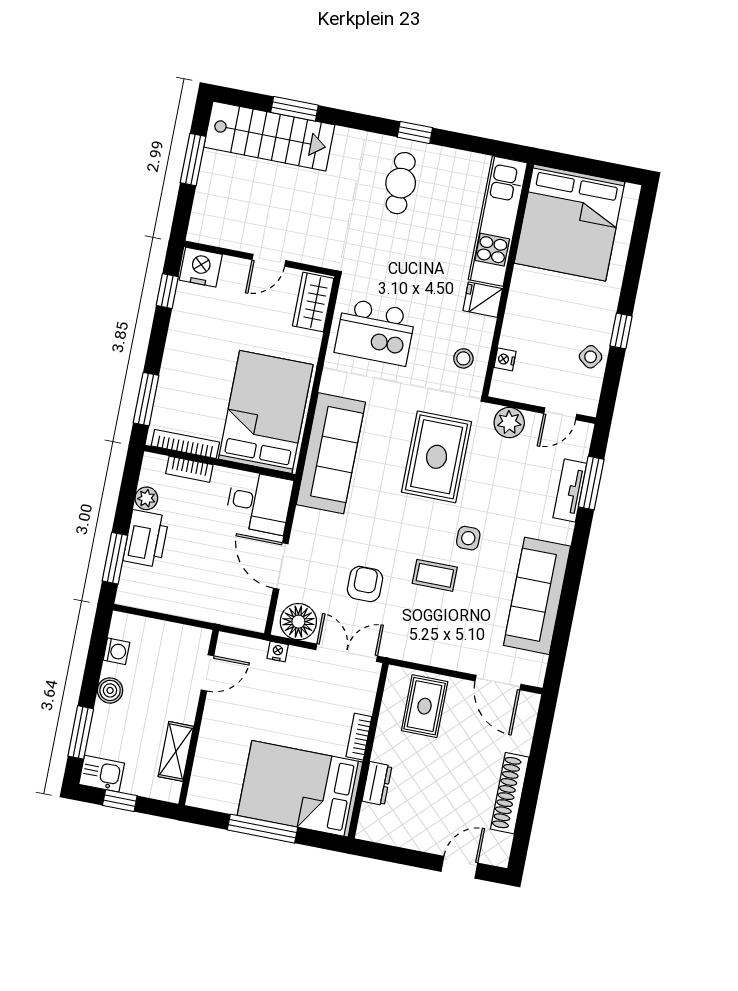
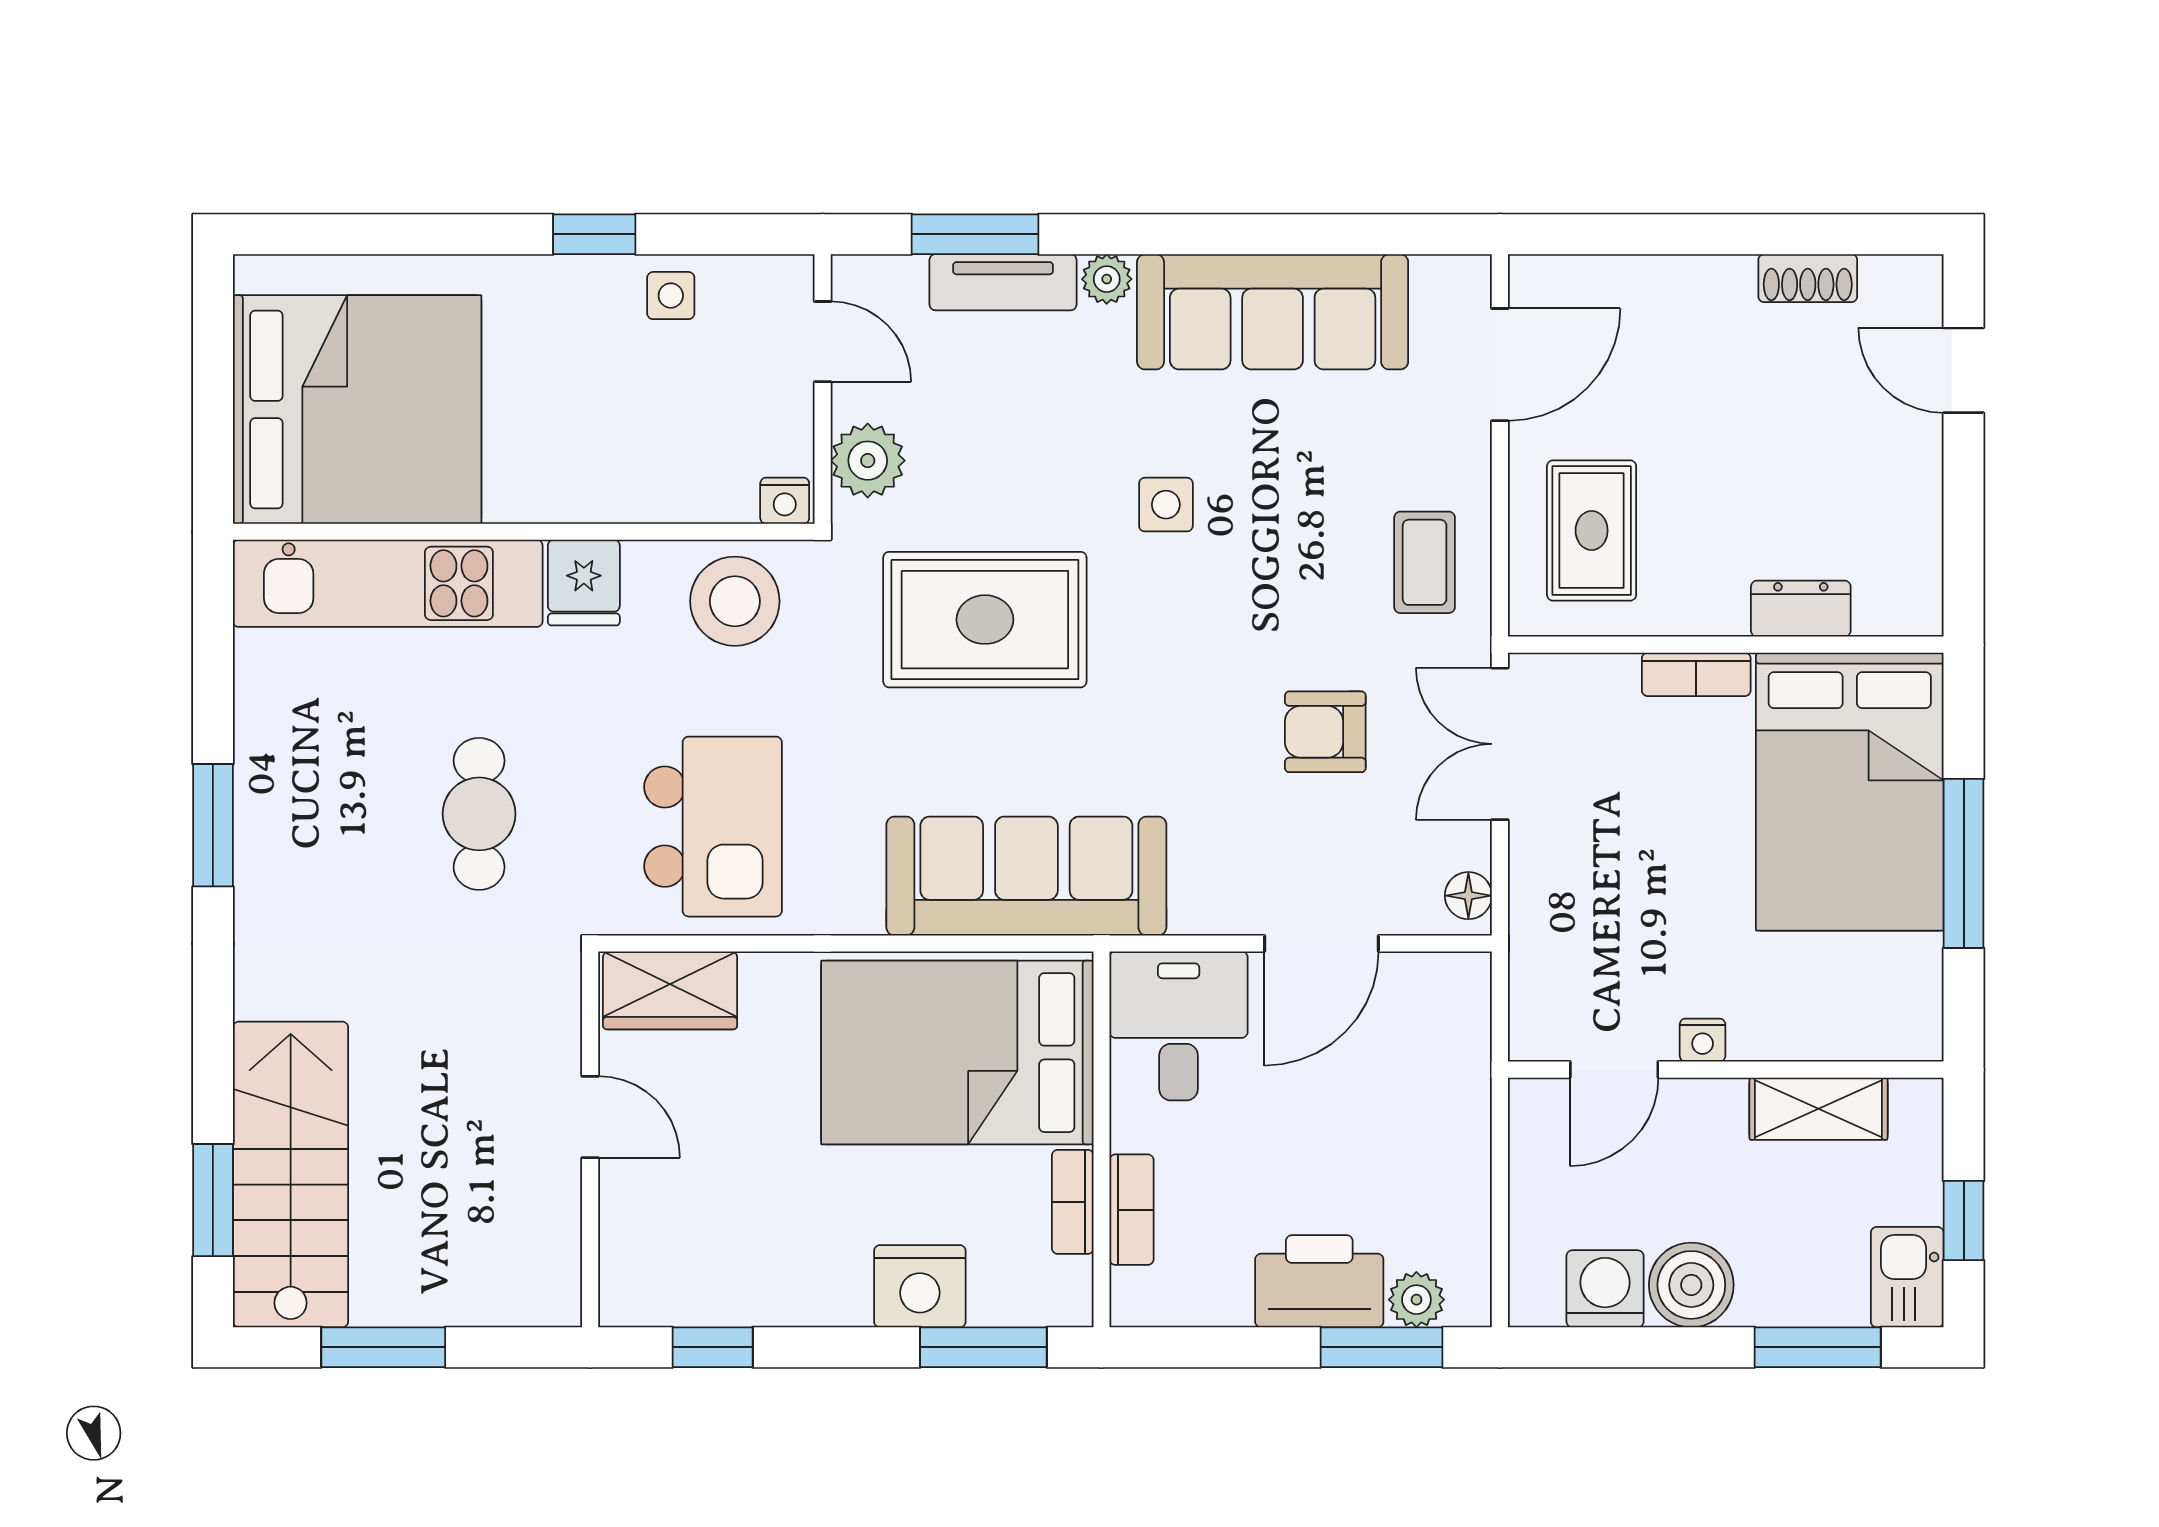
window: (294, 109) -> (213, 1200), moved
window: (415, 132) -> (213, 825), width x1.50
cafe table: (401, 183) -> (479, 814), moved, turned 90
nightstand: (201, 267) -> (920, 1286), moved, turned -90
side table: (591, 357) -> (671, 296), turned -37
stool: (463, 358) -> (735, 601), width x1.89, depth x1.89
nightstand: (505, 359) -> (785, 501), moved
bookcase: (185, 444) -> (1073, 1202), width x0.64
plant: (146, 498) -> (1416, 1300), moved
plant: (563, 532) -> (1107, 279), added
coffee table: (435, 575) -> (1425, 562), moved
floor lamp: (298, 622) -> (1468, 896), width x0.53, depth x0.53
washing machine: (116, 651) -> (1605, 1289), width x1.38, depth x1.38
nightstand: (278, 652) -> (1703, 1040), moved, turned -90
door: (207, 673) -> (1614, 1070), swing flipped
boiler: (110, 690) -> (1691, 1285), width x1.36, depth x1.36
rug: (425, 706) -> (1592, 531), turned 90
shoe rack: (510, 793) -> (1808, 278), width x0.51, depth x0.81

